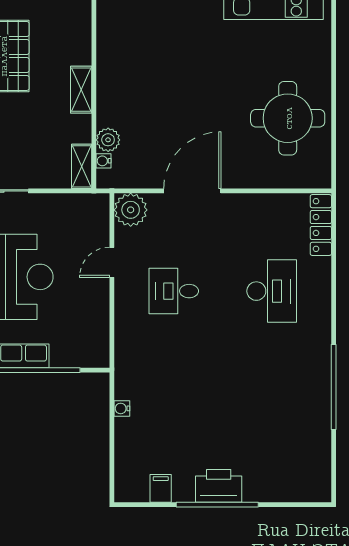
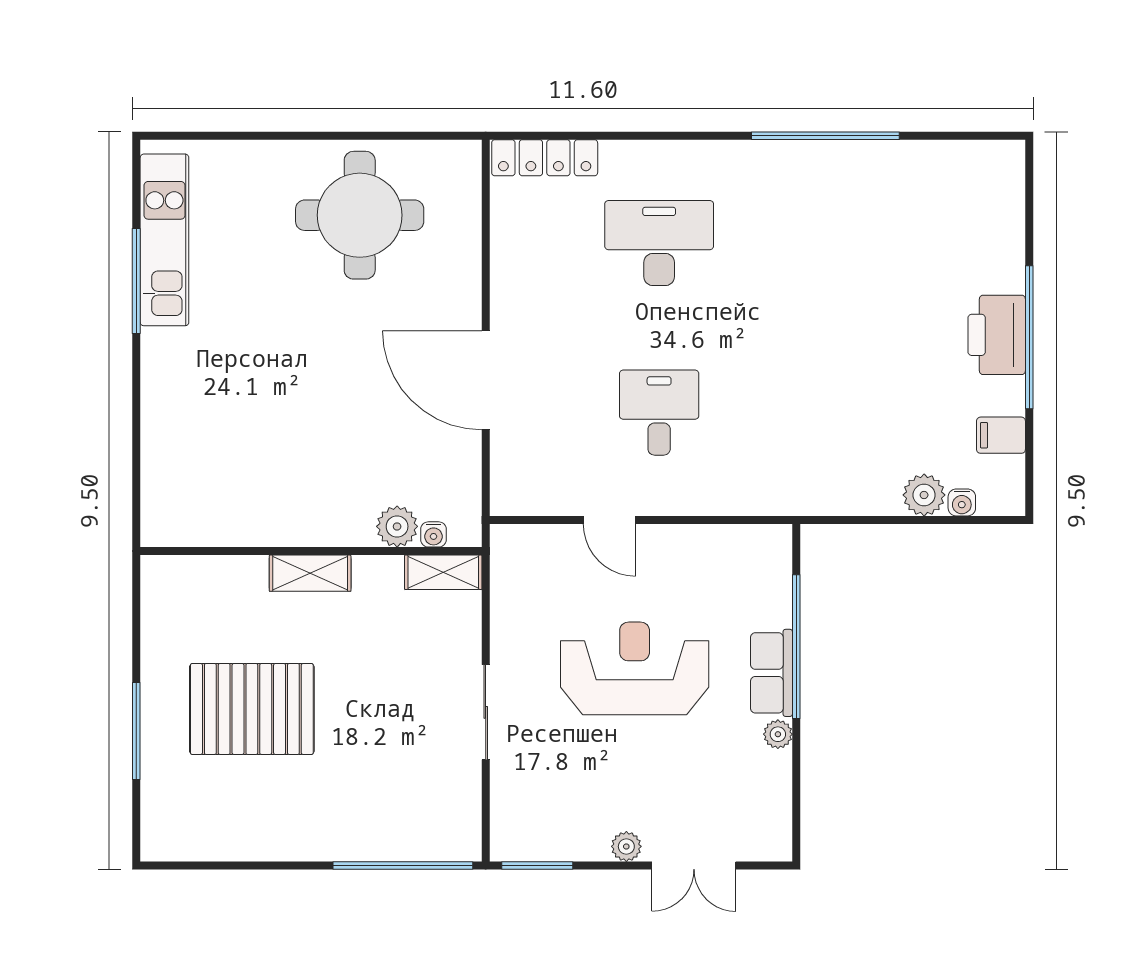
plant: (131, 210) -> (924, 495), moved, width x0.73, depth x0.73
desk: (174, 291) -> (659, 413), turned 180
water cooler: (122, 408) -> (962, 502), moved

